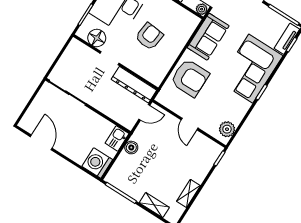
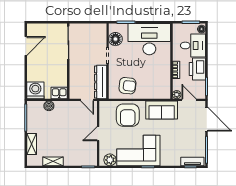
armchair: (149, 36) -> (127, 86), moved
corner sofa: (251, 69) -> (138, 150), moved
boiler: (131, 148) -> (49, 106), moved

